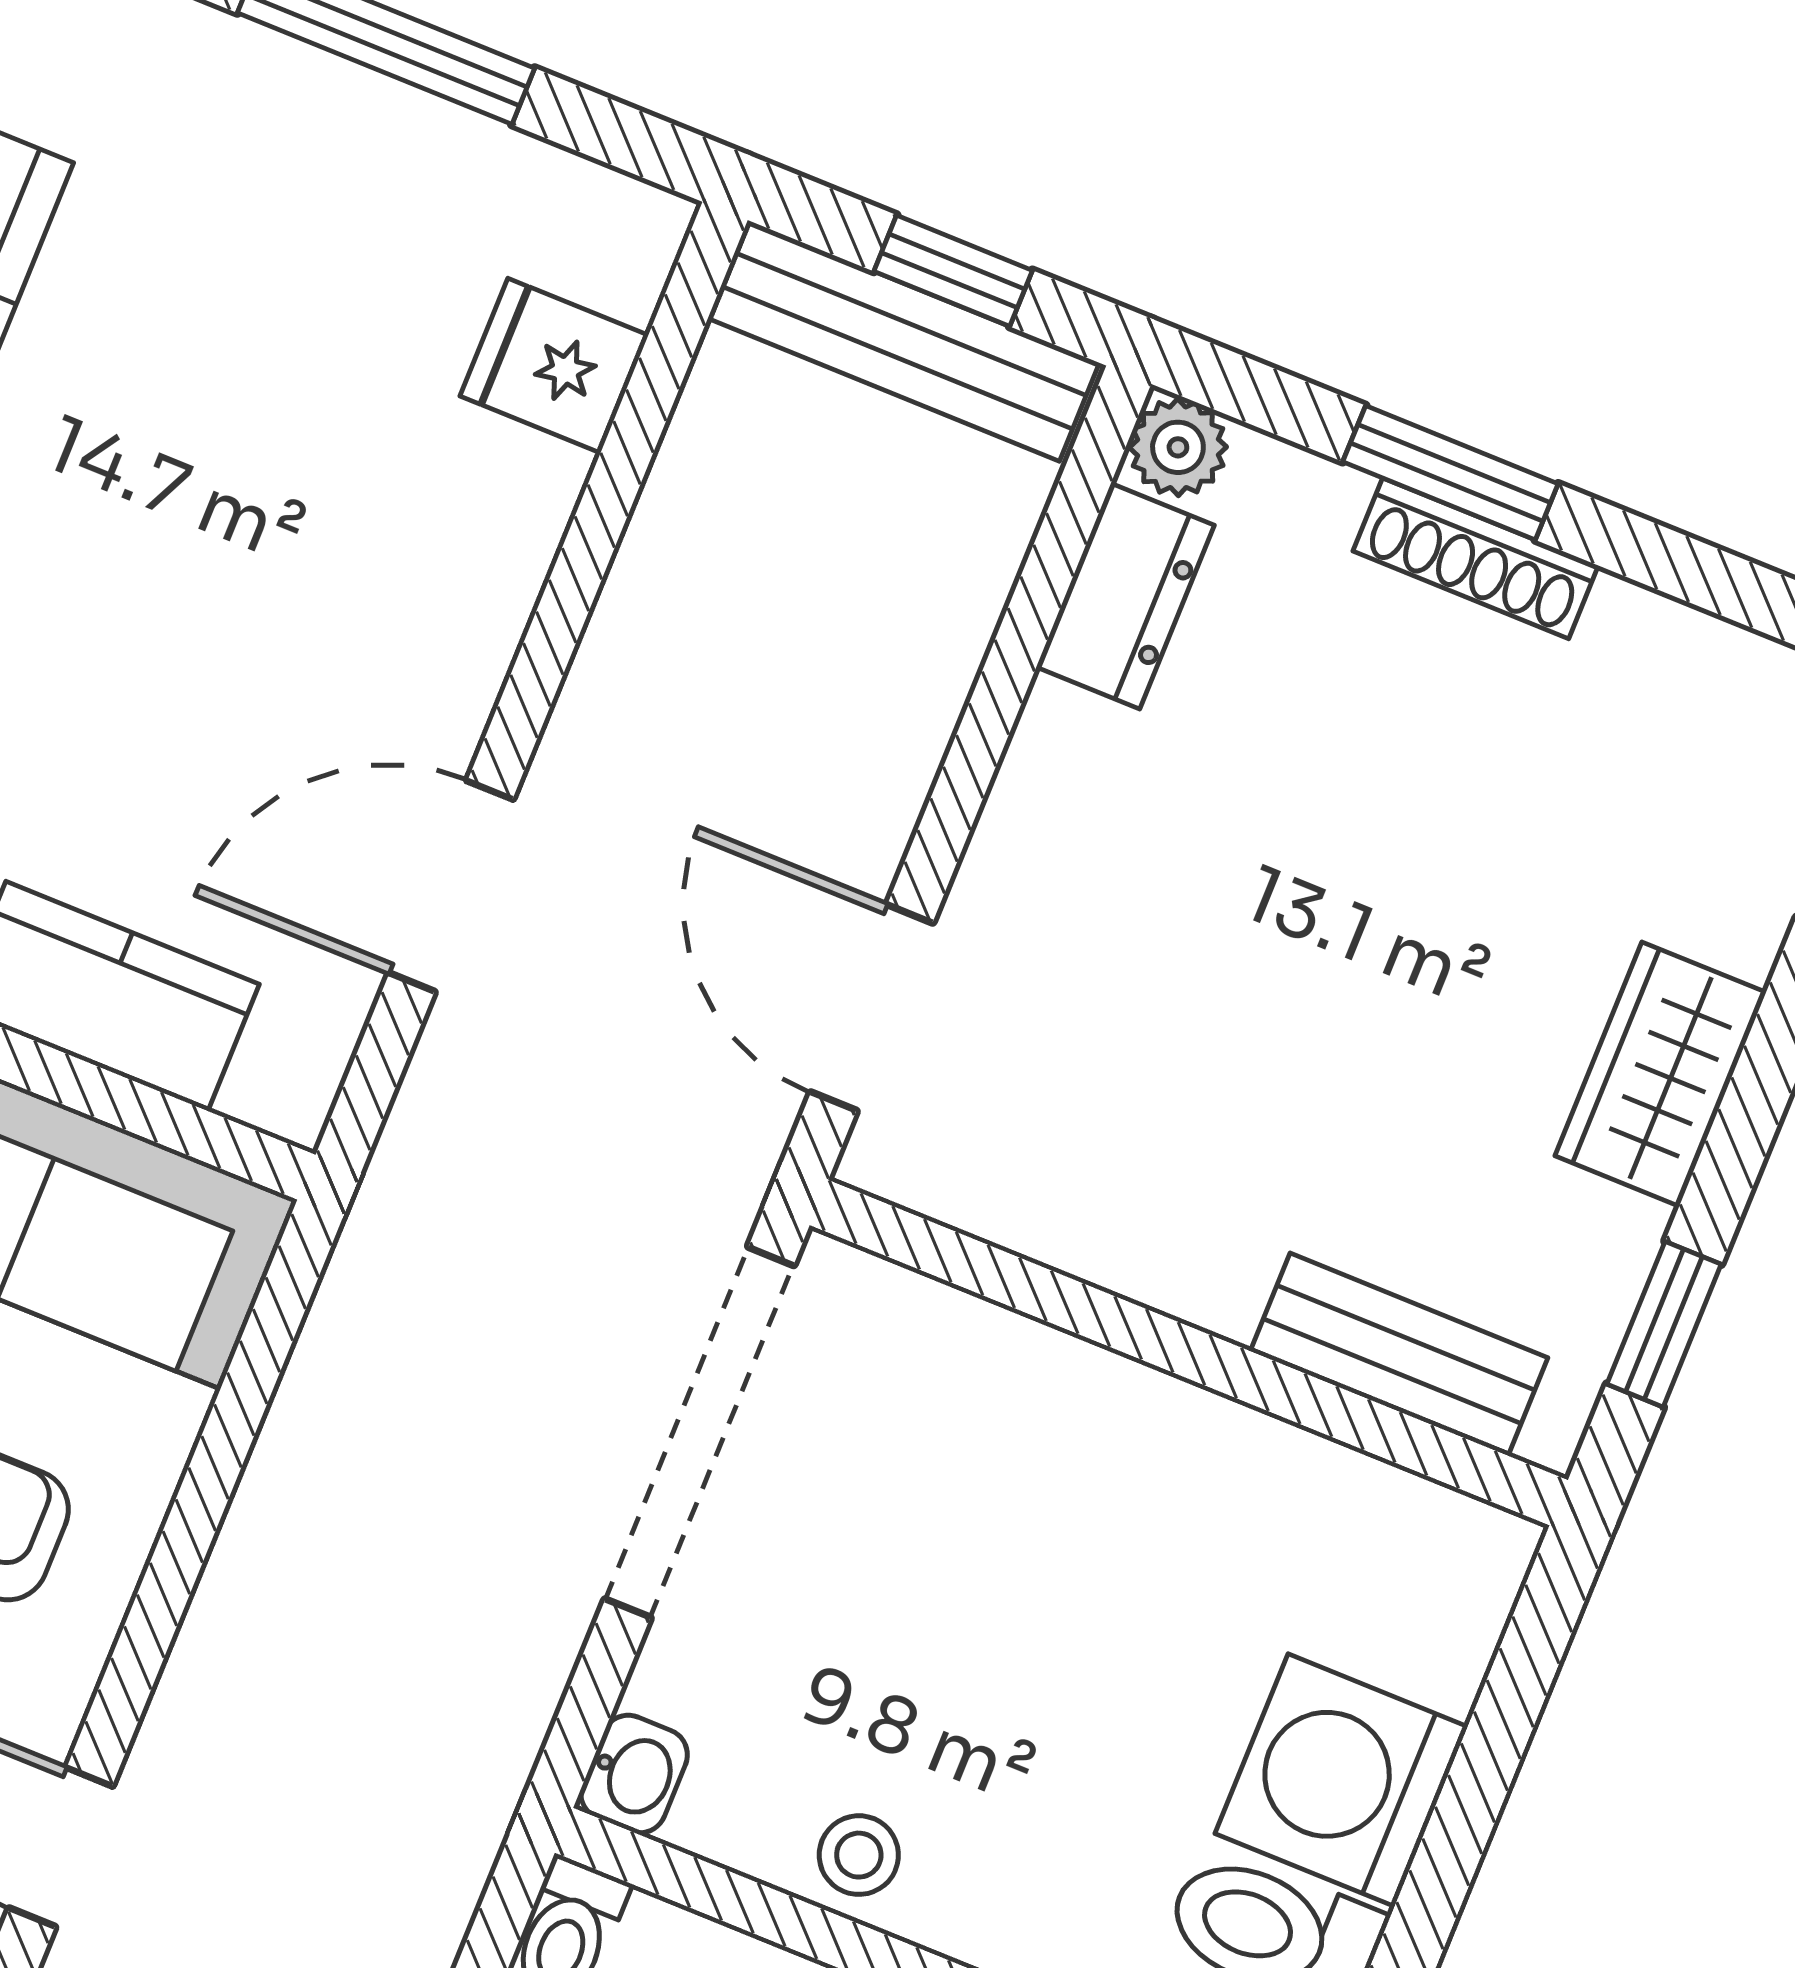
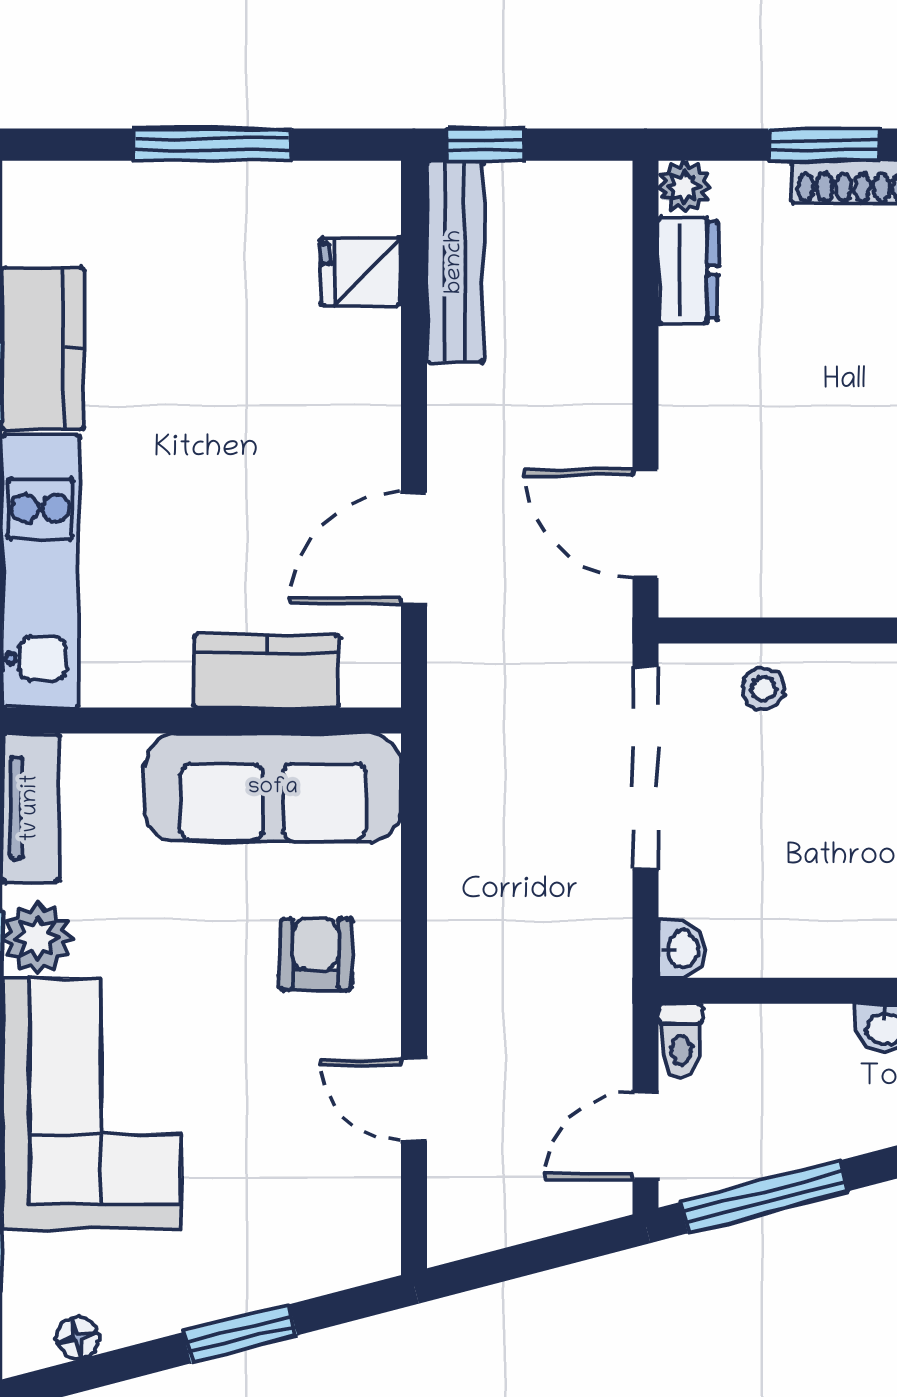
window: (953, 271) -> (485, 145), moved
bench: (903, 341) -> (455, 262), moved, turned 90
stool: (859, 1855) -> (763, 689), moved

